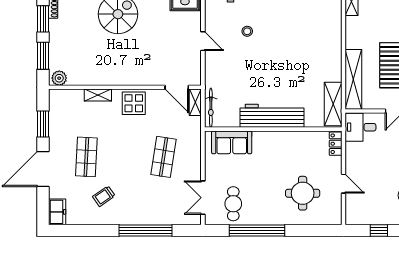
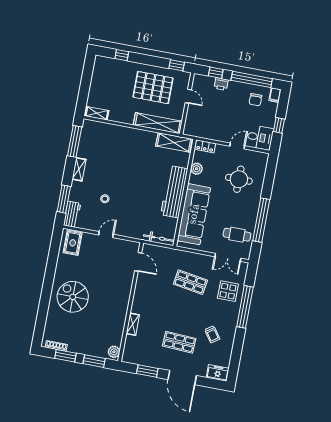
door: (177, 87) -> (138, 262), hinge flipped
shelving: (195, 102) -> (153, 249), removed
display table: (134, 103) -> (228, 291), moved
desk: (360, 127) -> (260, 137), moved, turned -90
plant: (306, 138) -> (197, 169), added
sofa: (232, 142) -> (194, 214), width x1.85, depth x1.27

